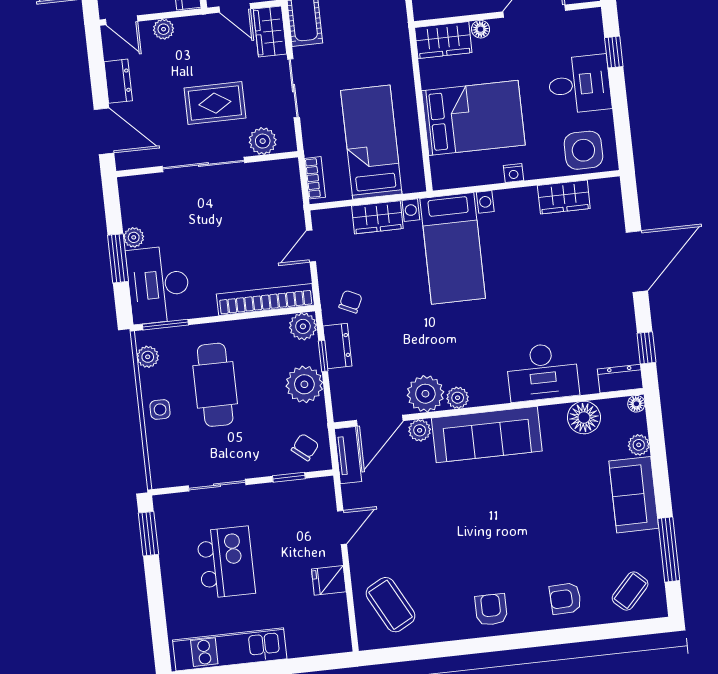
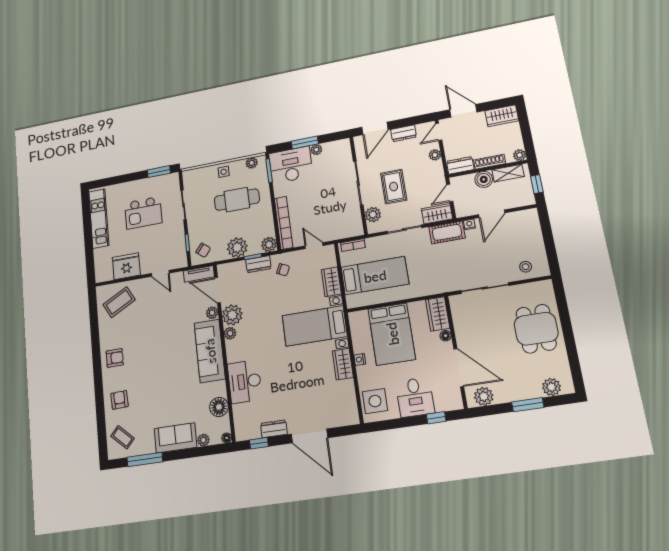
wardrobe: (564, 197) -> (343, 364), moved
dresser: (620, 379) -> (274, 429), moved, turned -90
fridge: (329, 580) -> (126, 266), width x1.88, depth x1.34

